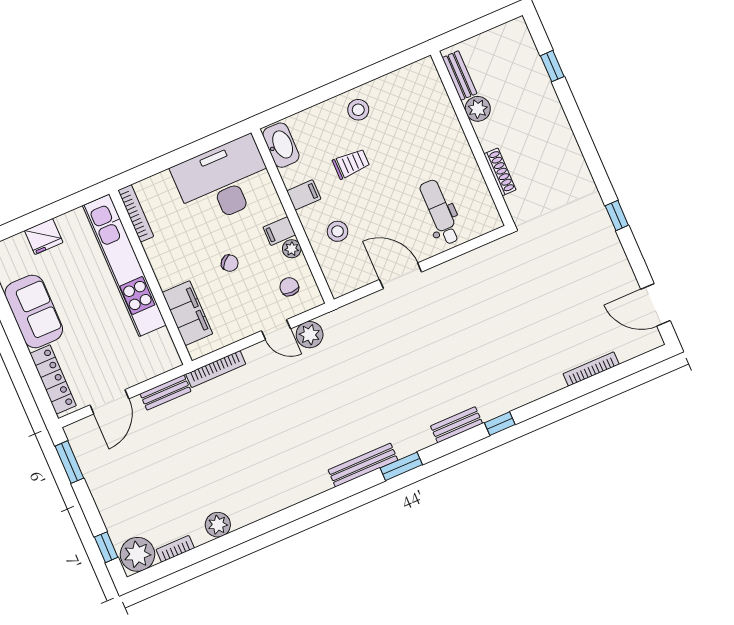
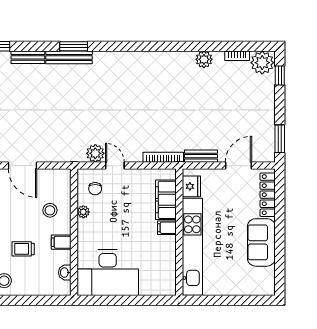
washbasin: (281, 145) -> (65, 273), width x0.52, depth x0.69
bookcase: (136, 213) -> (171, 276), removed
filing cabinet: (279, 231) -> (167, 228), moved, turned 180
fridge: (44, 237) -> (191, 186), moved, turned 90
chair: (230, 263) -> (126, 220), removed
bench: (363, 465) -> (69, 57), moved

